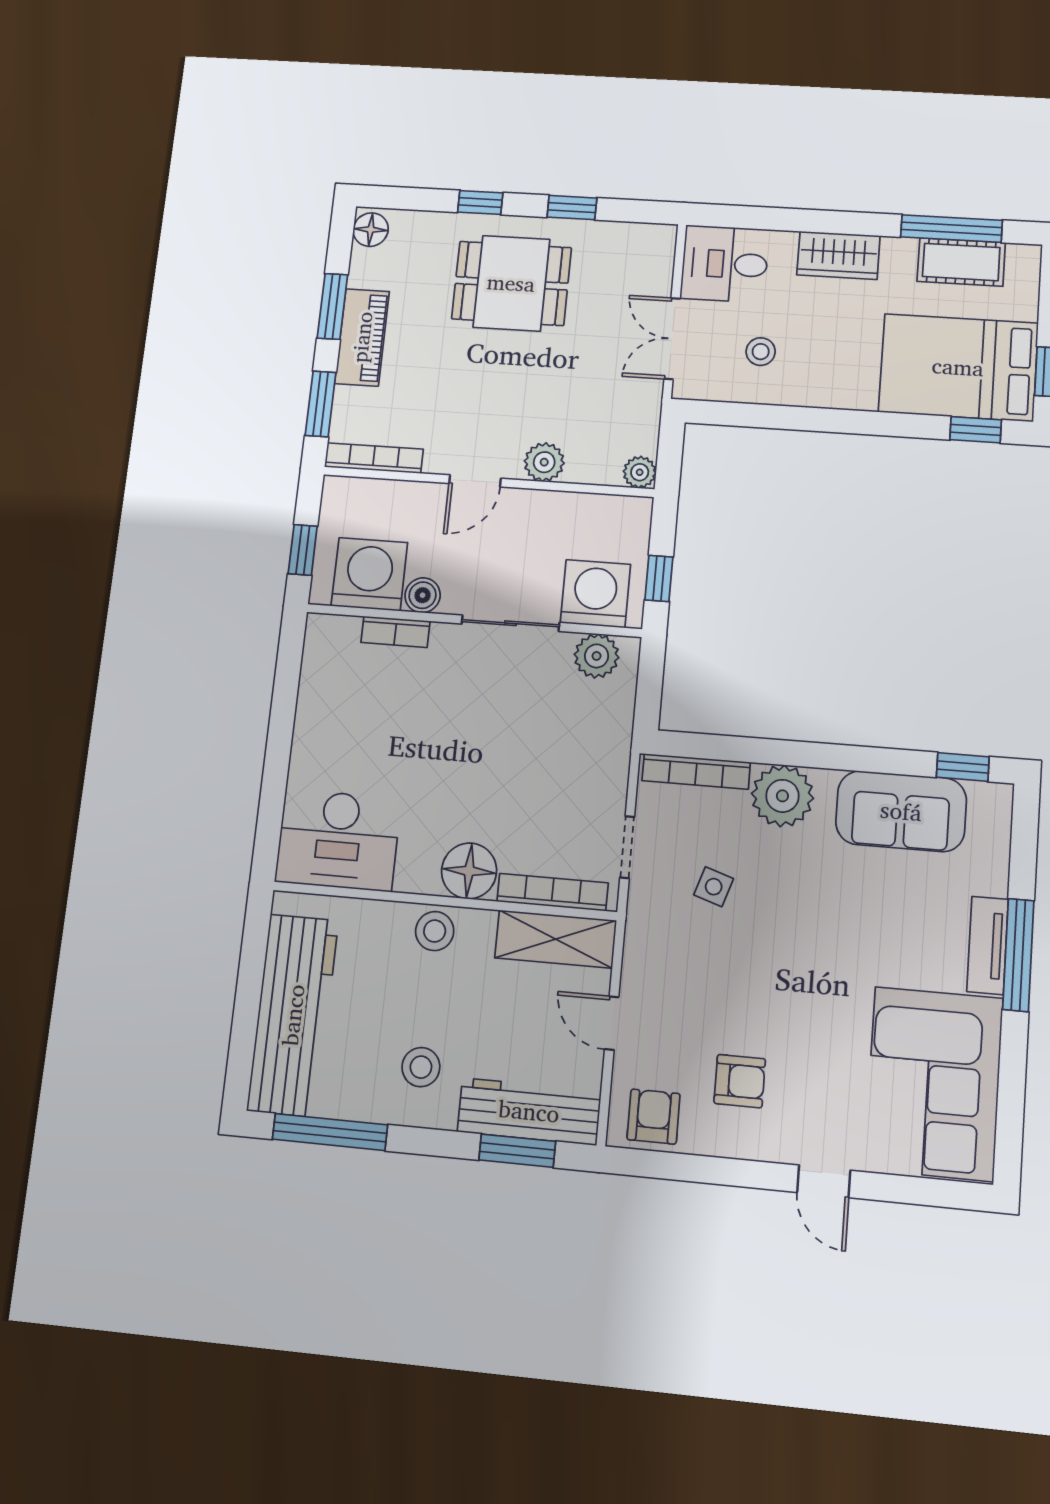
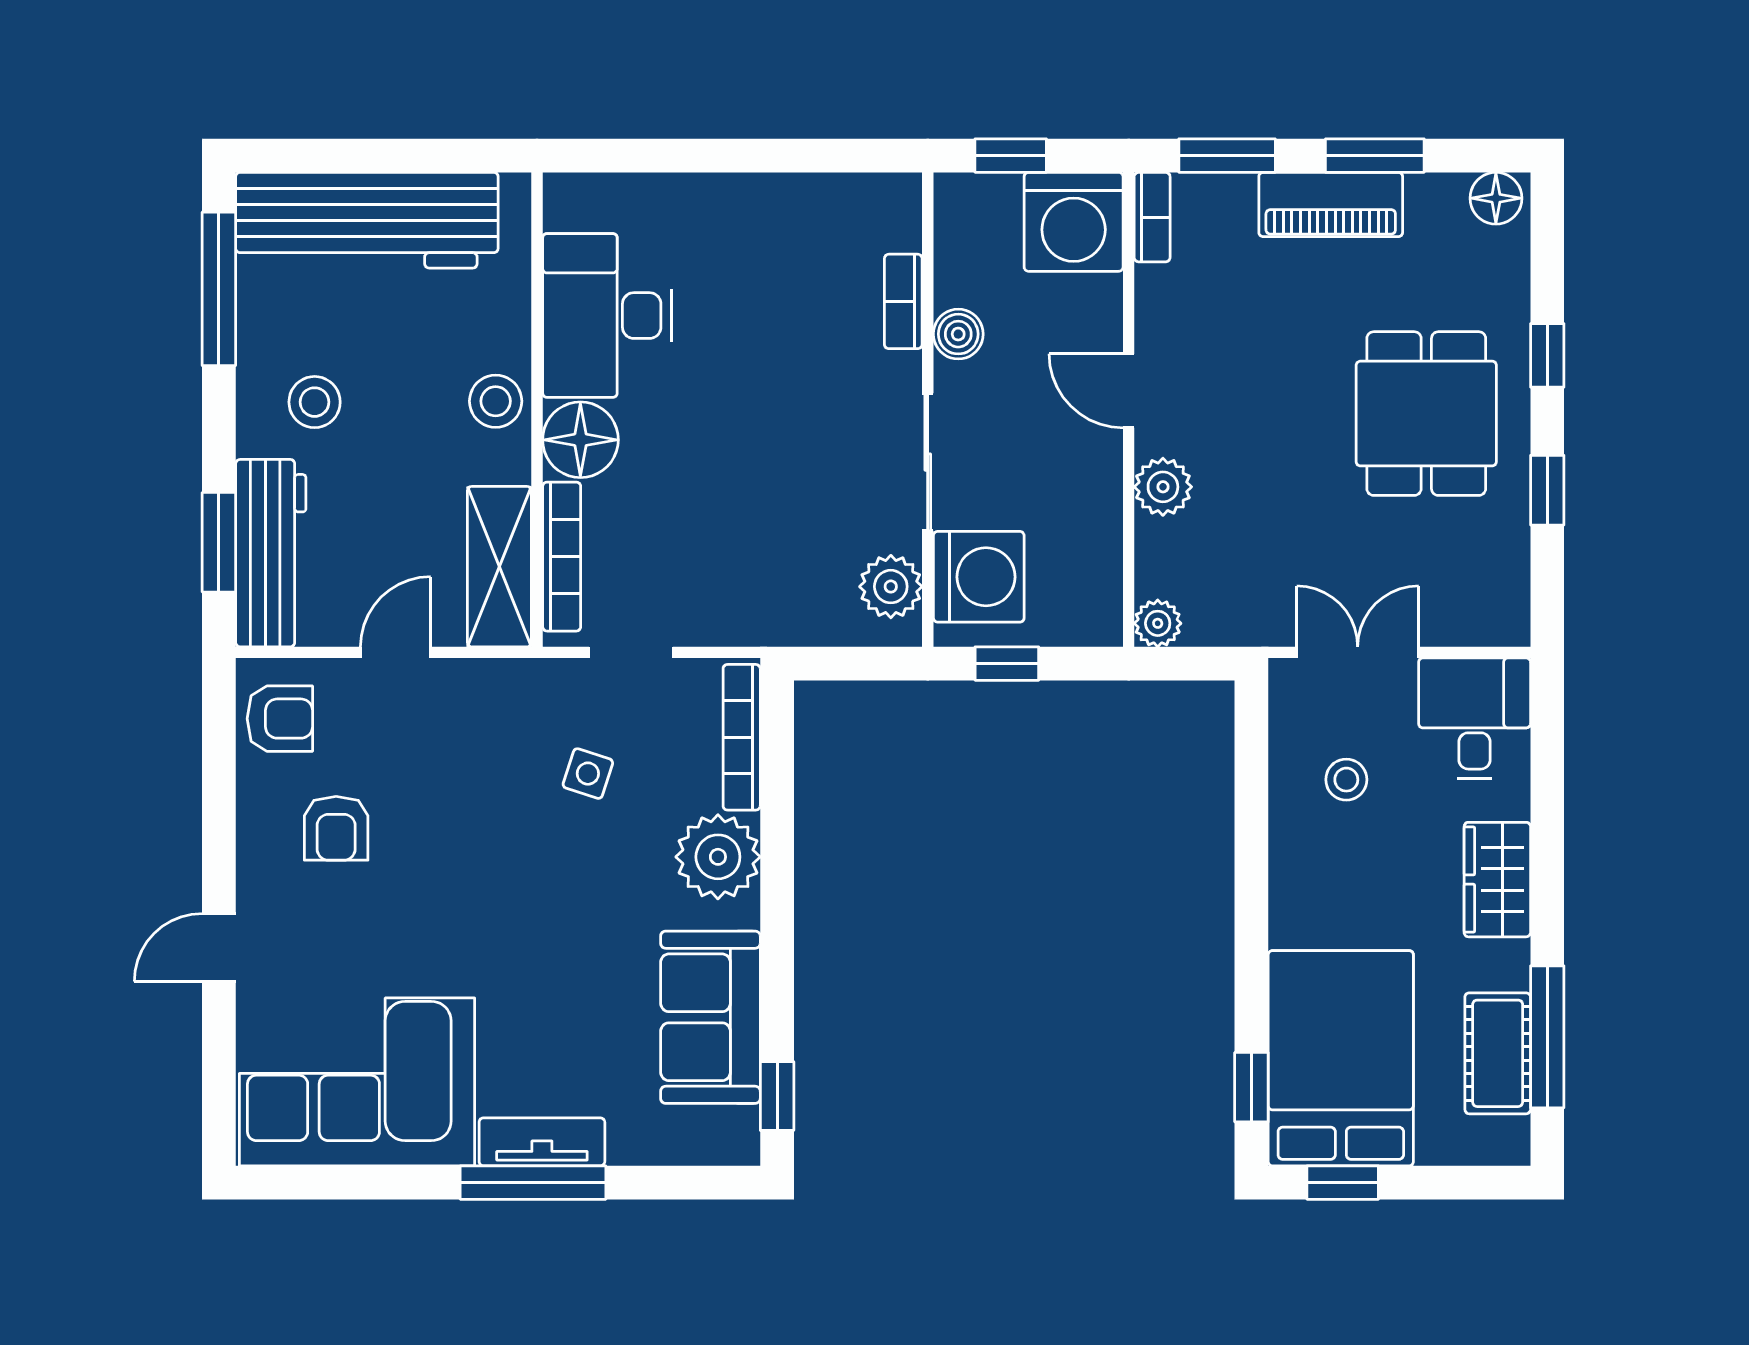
bookcase: (374, 458) -> (1152, 217), width x0.64
washing machine: (369, 574) -> (1074, 222), moved, turned 90
desk: (338, 840) -> (607, 316), moved

